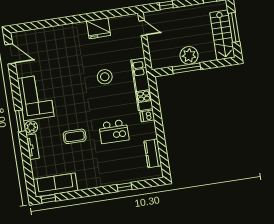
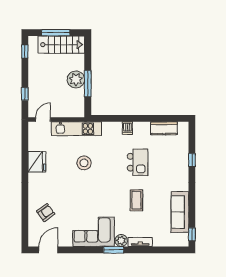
armchair: (48, 45) -> (46, 213), added
kitchen unit: (142, 84) -> (76, 129), moved
sofa: (55, 185) -> (180, 212), moved

